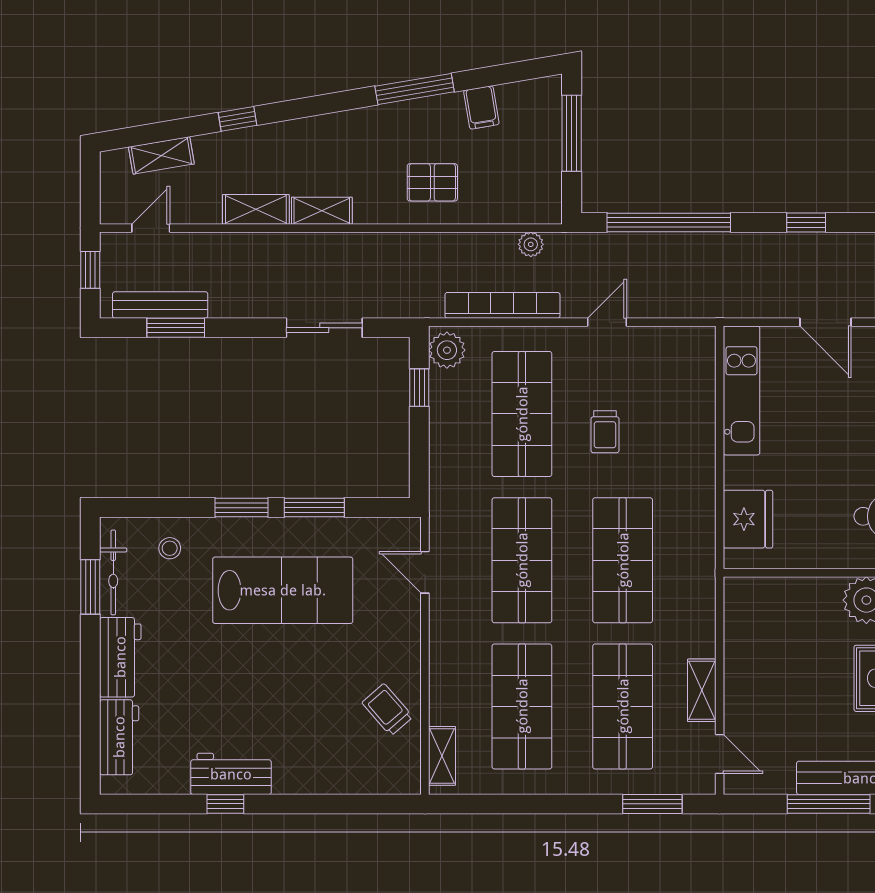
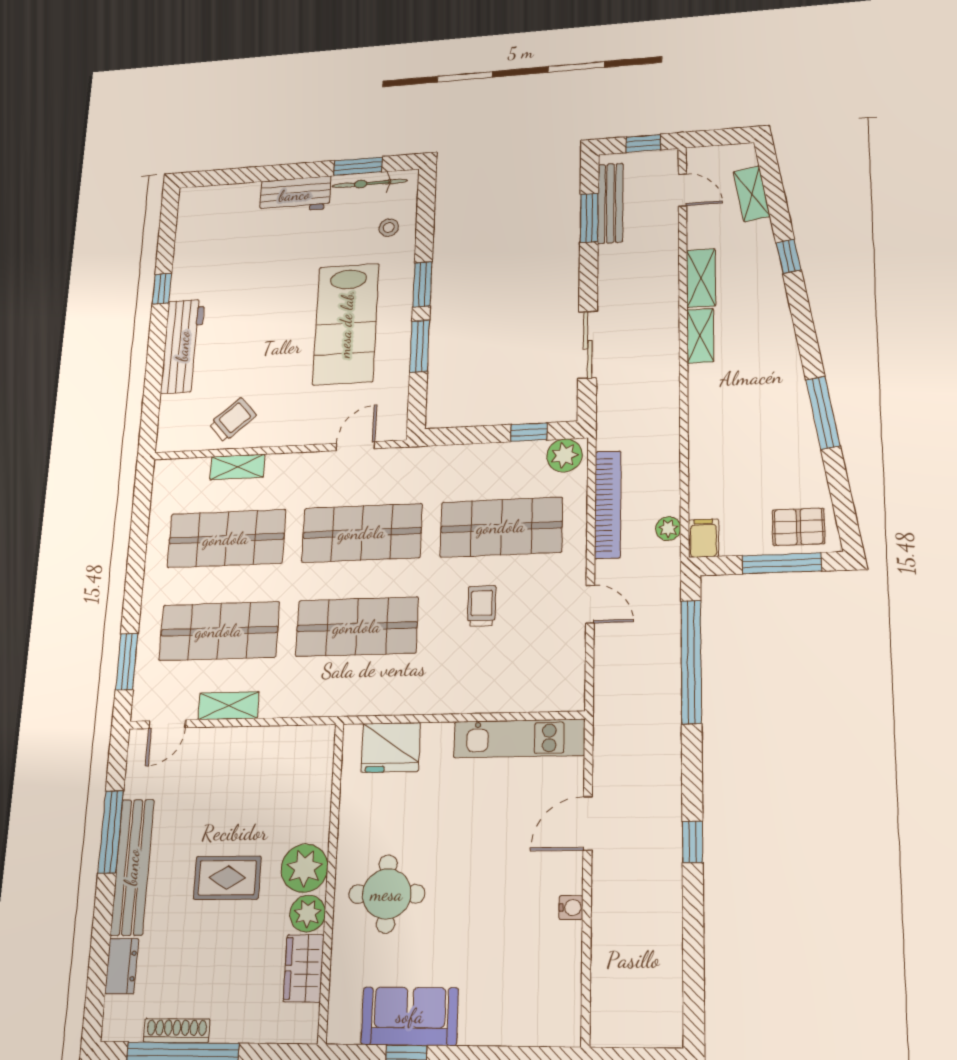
filing cabinet: (481, 107) -> (703, 538), moved, turned 100
pallet: (432, 182) -> (798, 527), moved, turned 90
window: (806, 222) -> (693, 842), moved
trolley: (605, 432) -> (482, 606), turned 90
workbench: (119, 737) -> (226, 199), removed
shelving: (442, 756) -> (237, 467), moved
workbench: (231, 774) -> (183, 346), moved, width x1.38

